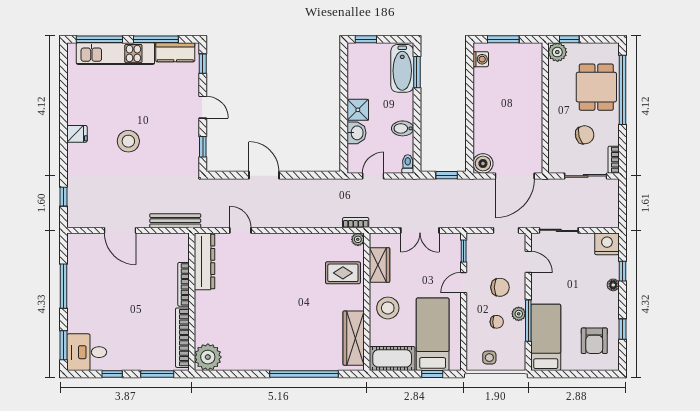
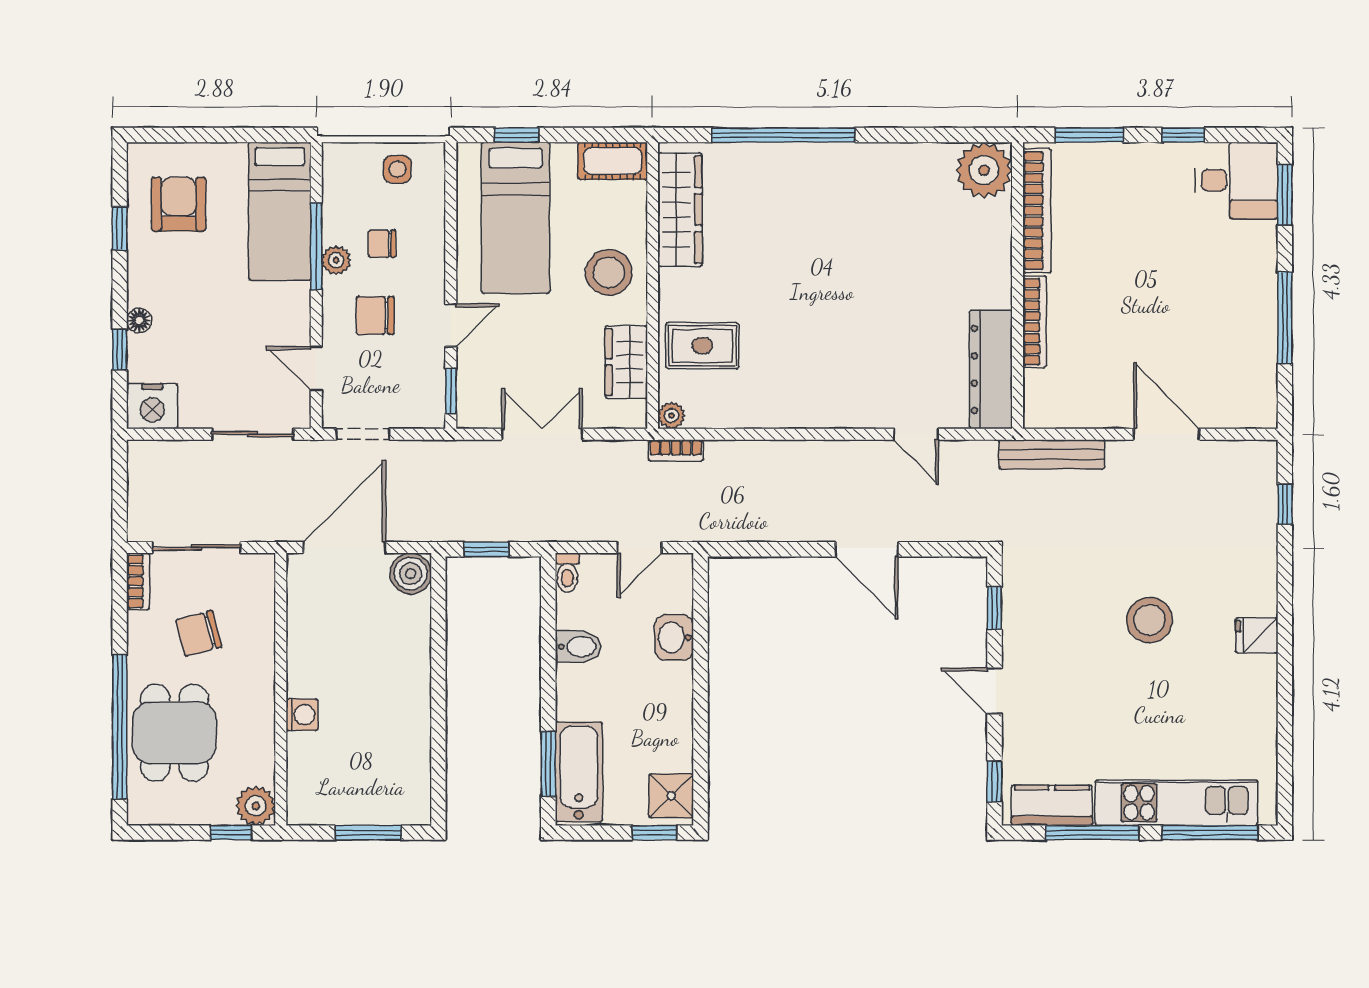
washing machine: (481, 59) -> (302, 715), moved, turned 180
shower: (358, 110) -> (671, 796), moved
cot: (392, 358) -> (613, 161), width x0.73, depth x0.75

